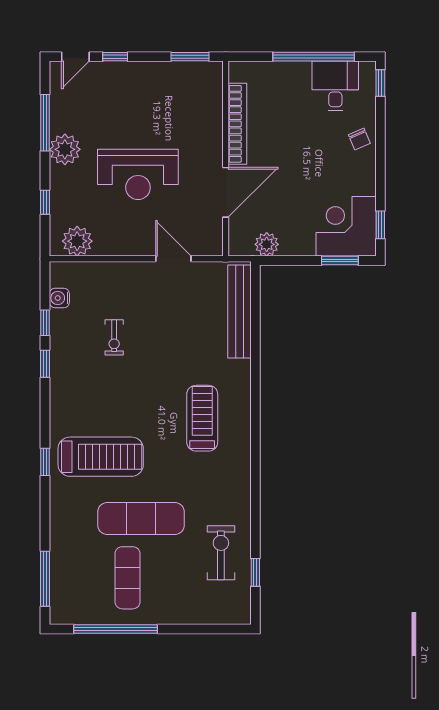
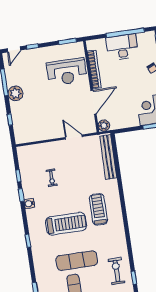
desk: (335, 86) -> (122, 47), moved, width x1.37
reception desk: (138, 174) -> (67, 72), moved
plant: (77, 241) -> (28, 135), removed
plant: (267, 244) -> (104, 126), moved
water cooler: (59, 298) -> (29, 204), moved
treadmill: (101, 457) -> (66, 224), moved

